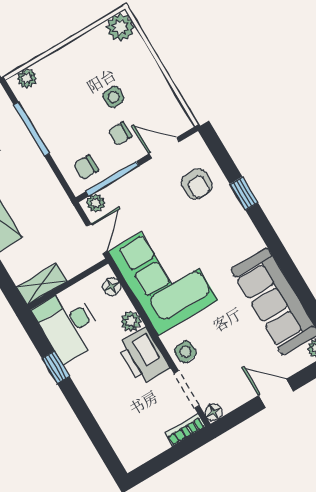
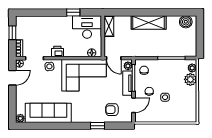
plant: (120, 27) -> (190, 79), moved
tv unit: (129, 184) -> (127, 83), added
plant: (131, 321) -> (74, 52), removed
printer: (143, 356) -> (57, 52), width x0.53, depth x0.68
door: (276, 393) -> (12, 78), moved
window: (163, 461) -> (12, 33), added

